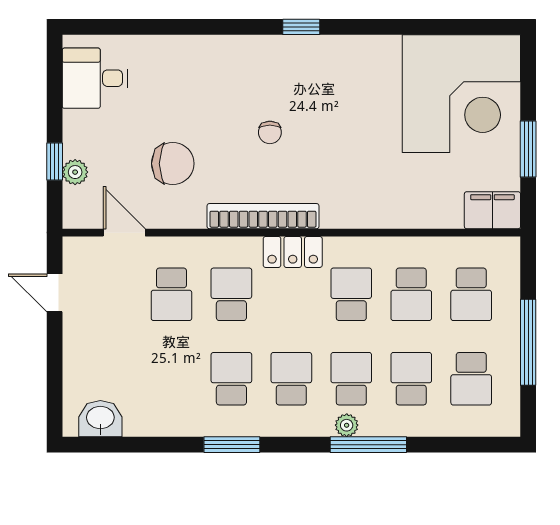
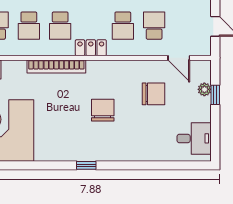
chair: (270, 132) -> (103, 110), width x1.87, depth x1.87
chair: (173, 164) -> (153, 94), turned 180
bookcase: (263, 216) -> (56, 66), moved
school desk: (411, 294) -> (29, 26), turned 180

